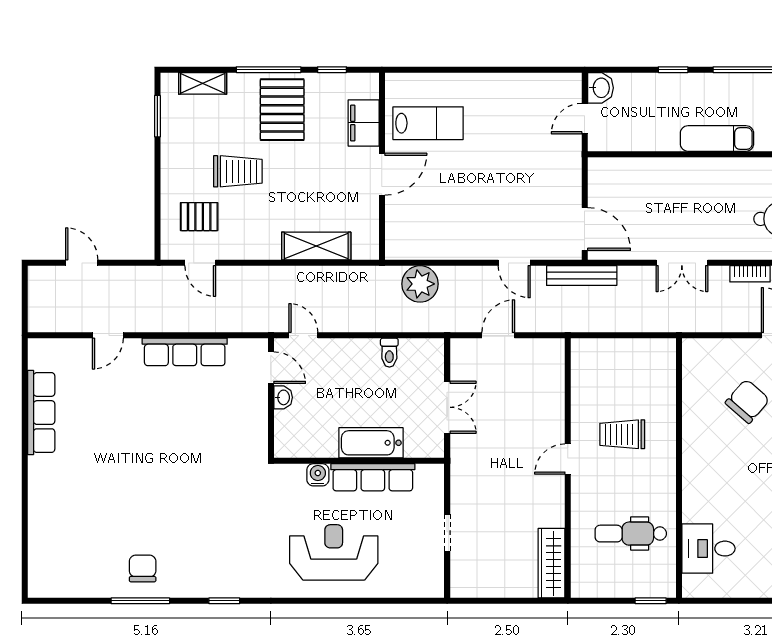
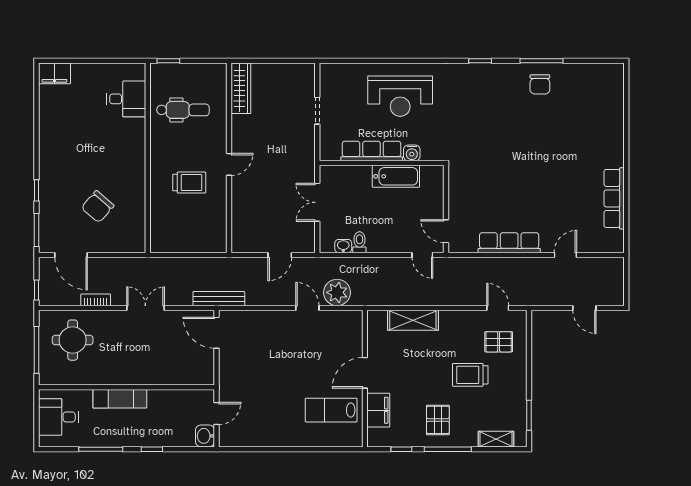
pallet: (282, 110) -> (438, 420), width x0.67, depth x0.71
door: (514, 263) -> (307, 308), moved
washbasin: (283, 397) -> (343, 246), moved, turned 90
bathtub: (371, 443) -> (396, 176), moved

